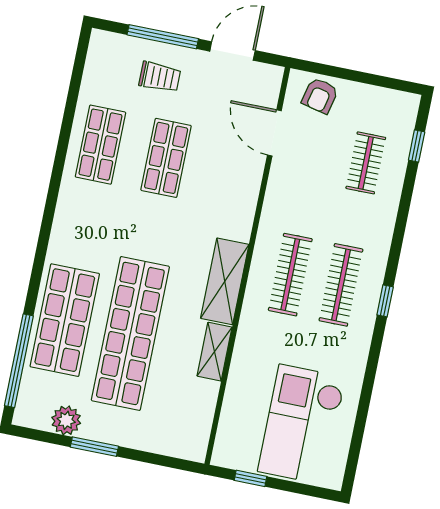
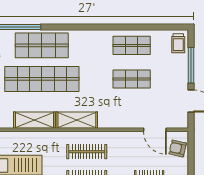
trolley: (160, 77) -> (178, 43), moved
door: (274, 133) -> (155, 130), swing flipped
shelving: (215, 352) -> (34, 120), width x1.50, depth x1.33

